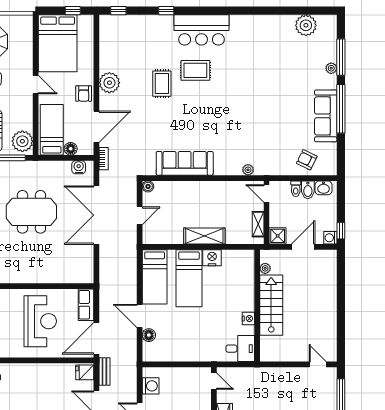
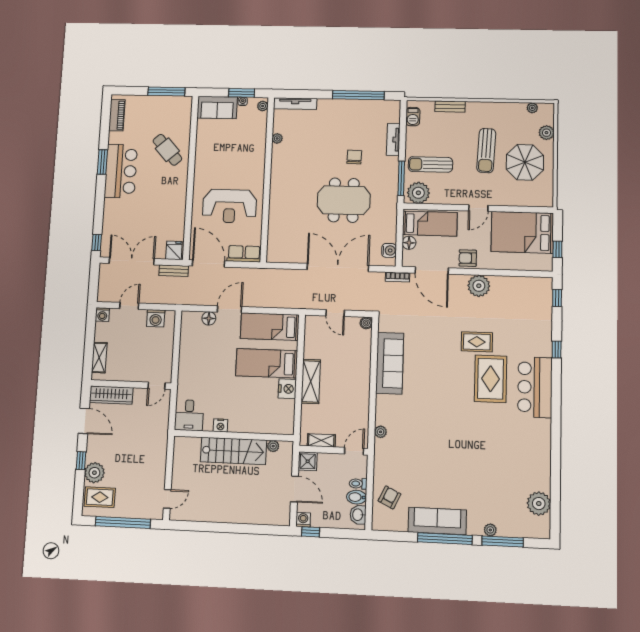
rug: (195, 70) -> (490, 379), width x1.36, depth x1.43
meeting table: (31, 212) -> (344, 200), turned 90

